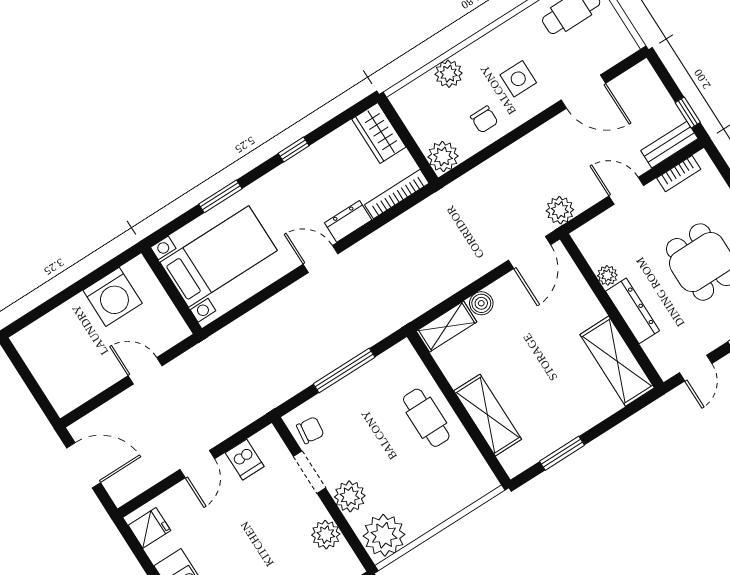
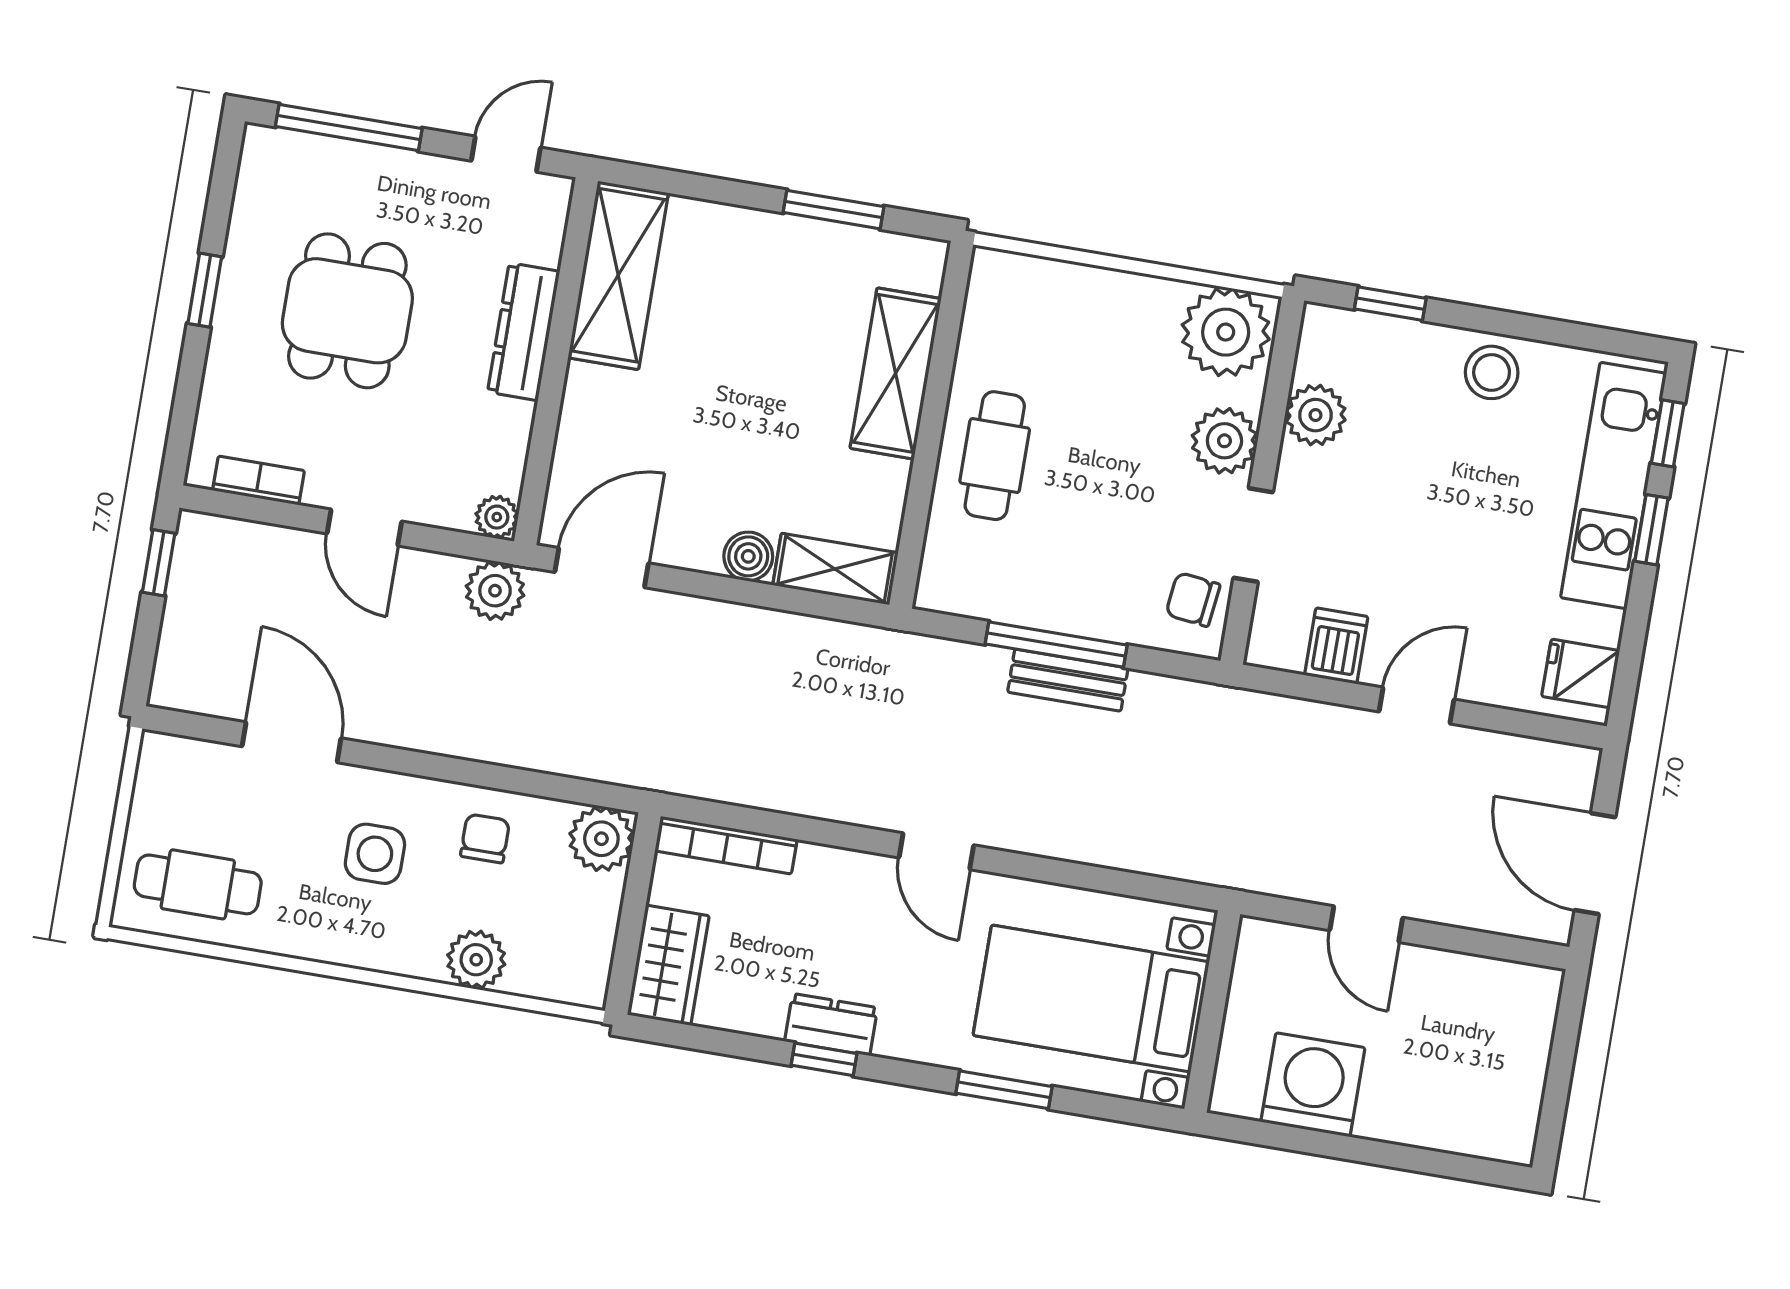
bench: (669, 145) -> (1068, 680), moved
dresser: (348, 221) -> (831, 1024), moved, turned 180
plant: (607, 275) -> (497, 517), moved

